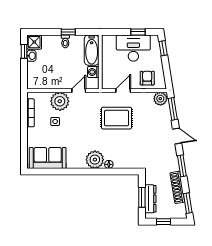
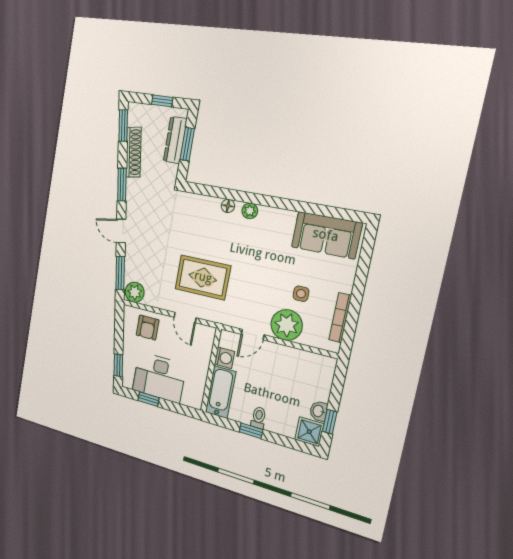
door: (123, 91) -> (185, 318), hinge flipped
plant: (95, 160) -> (250, 211), width x0.53, depth x0.53

